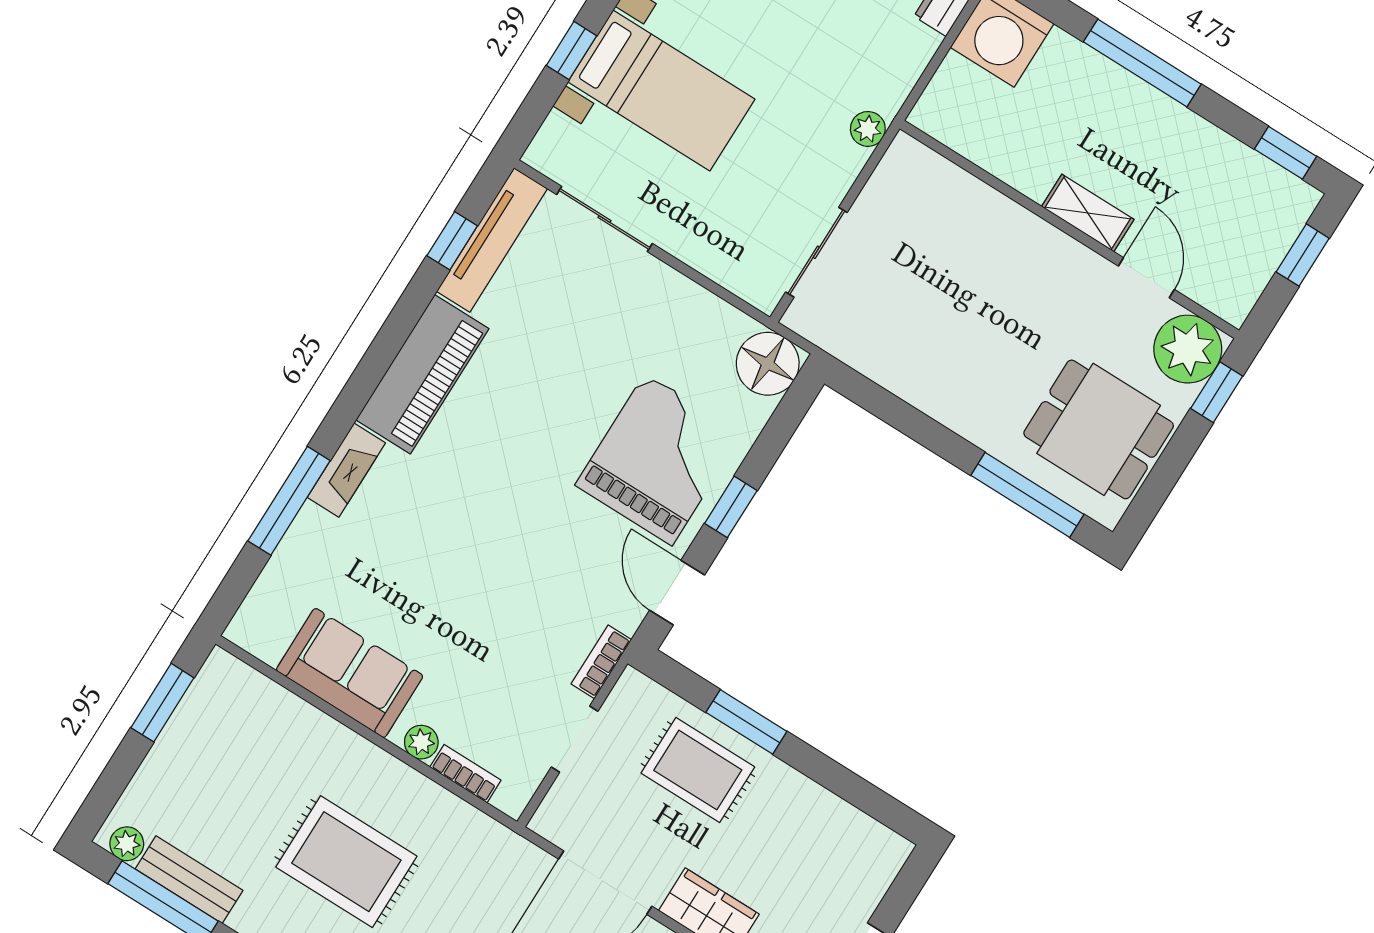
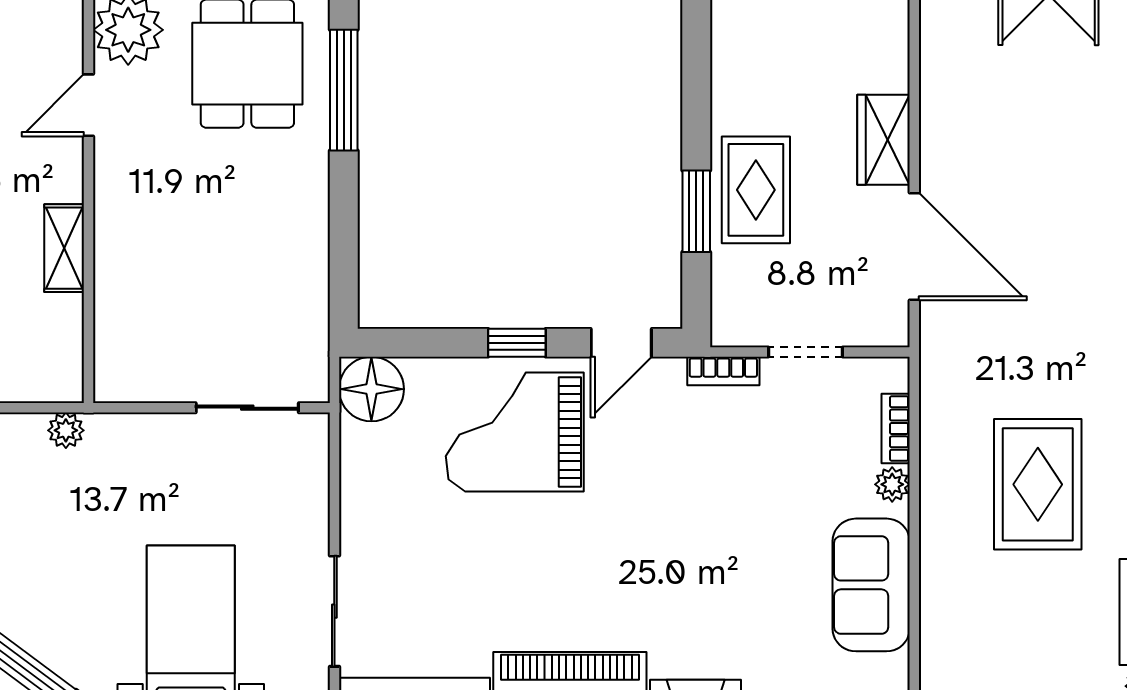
plant: (868, 129) -> (66, 430), moved
shelving: (1088, 213) -> (64, 248), moved
rug: (698, 770) -> (756, 190), moved

